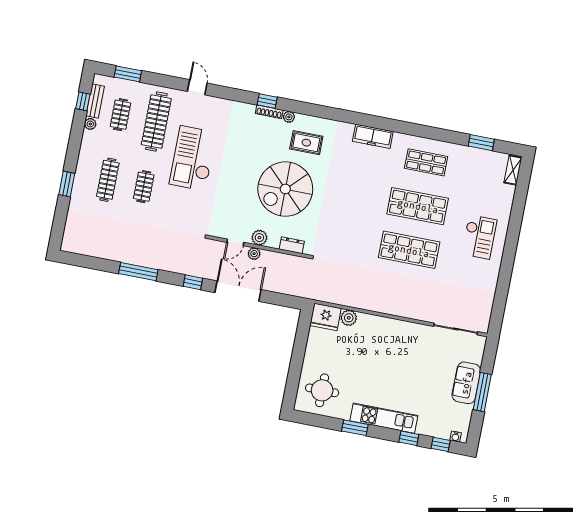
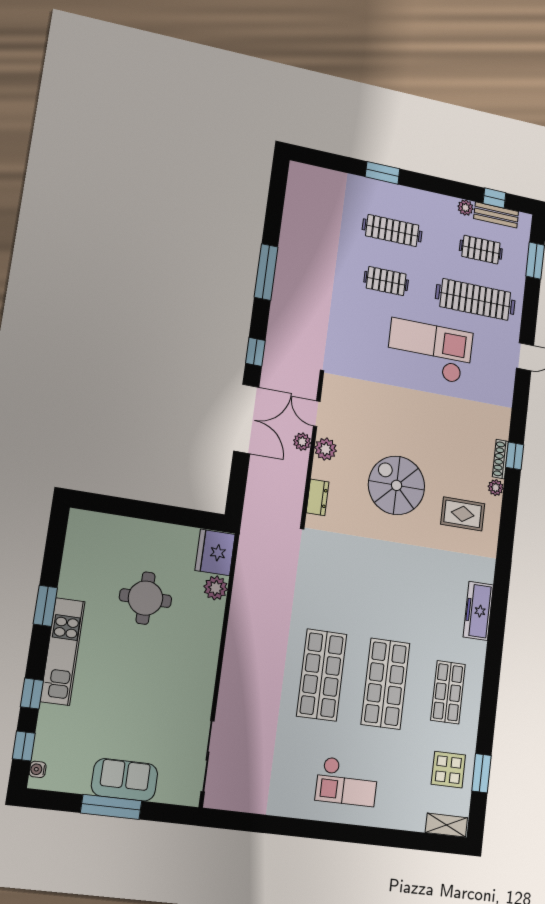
rug: (306, 143) -> (463, 514), turned 90
display table: (477, 166) -> (448, 770), added
spiral stairs: (285, 189) -> (397, 485), width x0.73, depth x0.73
round table: (322, 390) -> (145, 598), moved

